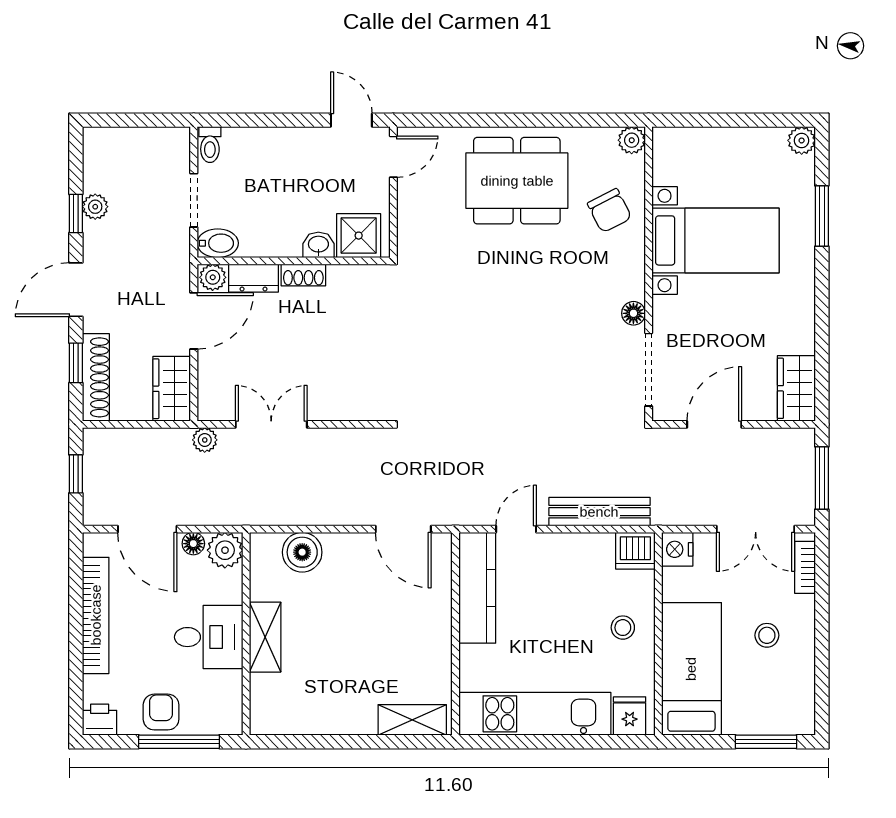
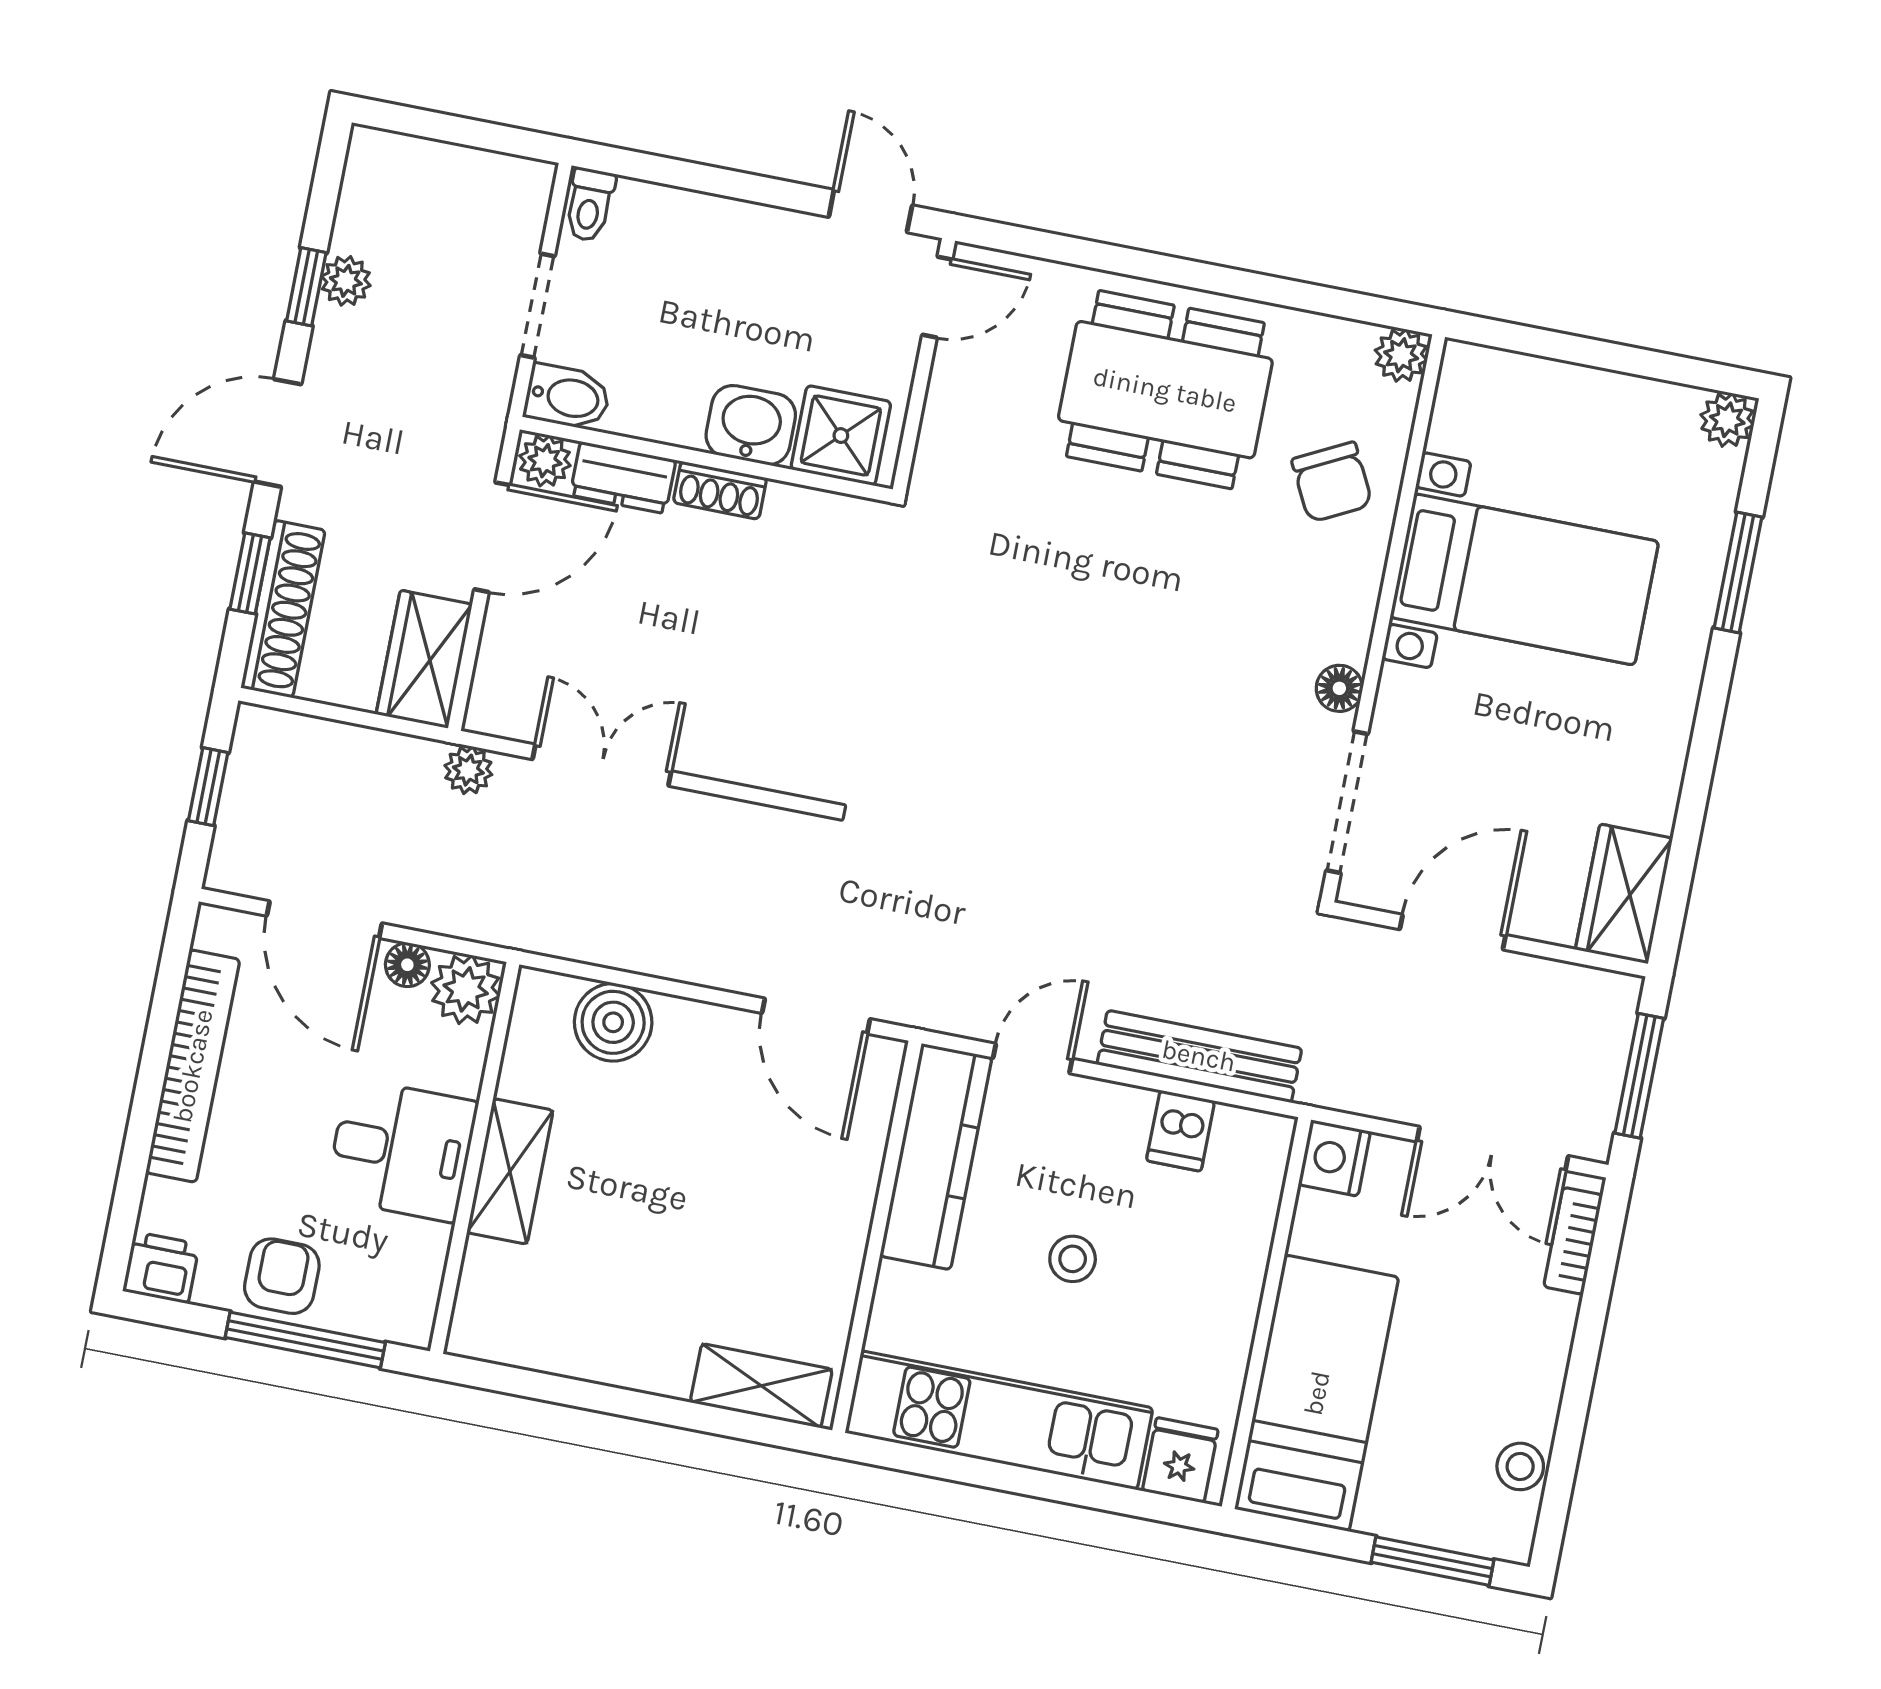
washbasin: (318, 245) -> (751, 425), width x1.38, depth x1.45
dishwasher: (635, 551) -> (1181, 1131), moved, width x0.73
stool: (623, 628) -> (1073, 1259), moved
stool: (767, 635) -> (1520, 1466), moved

